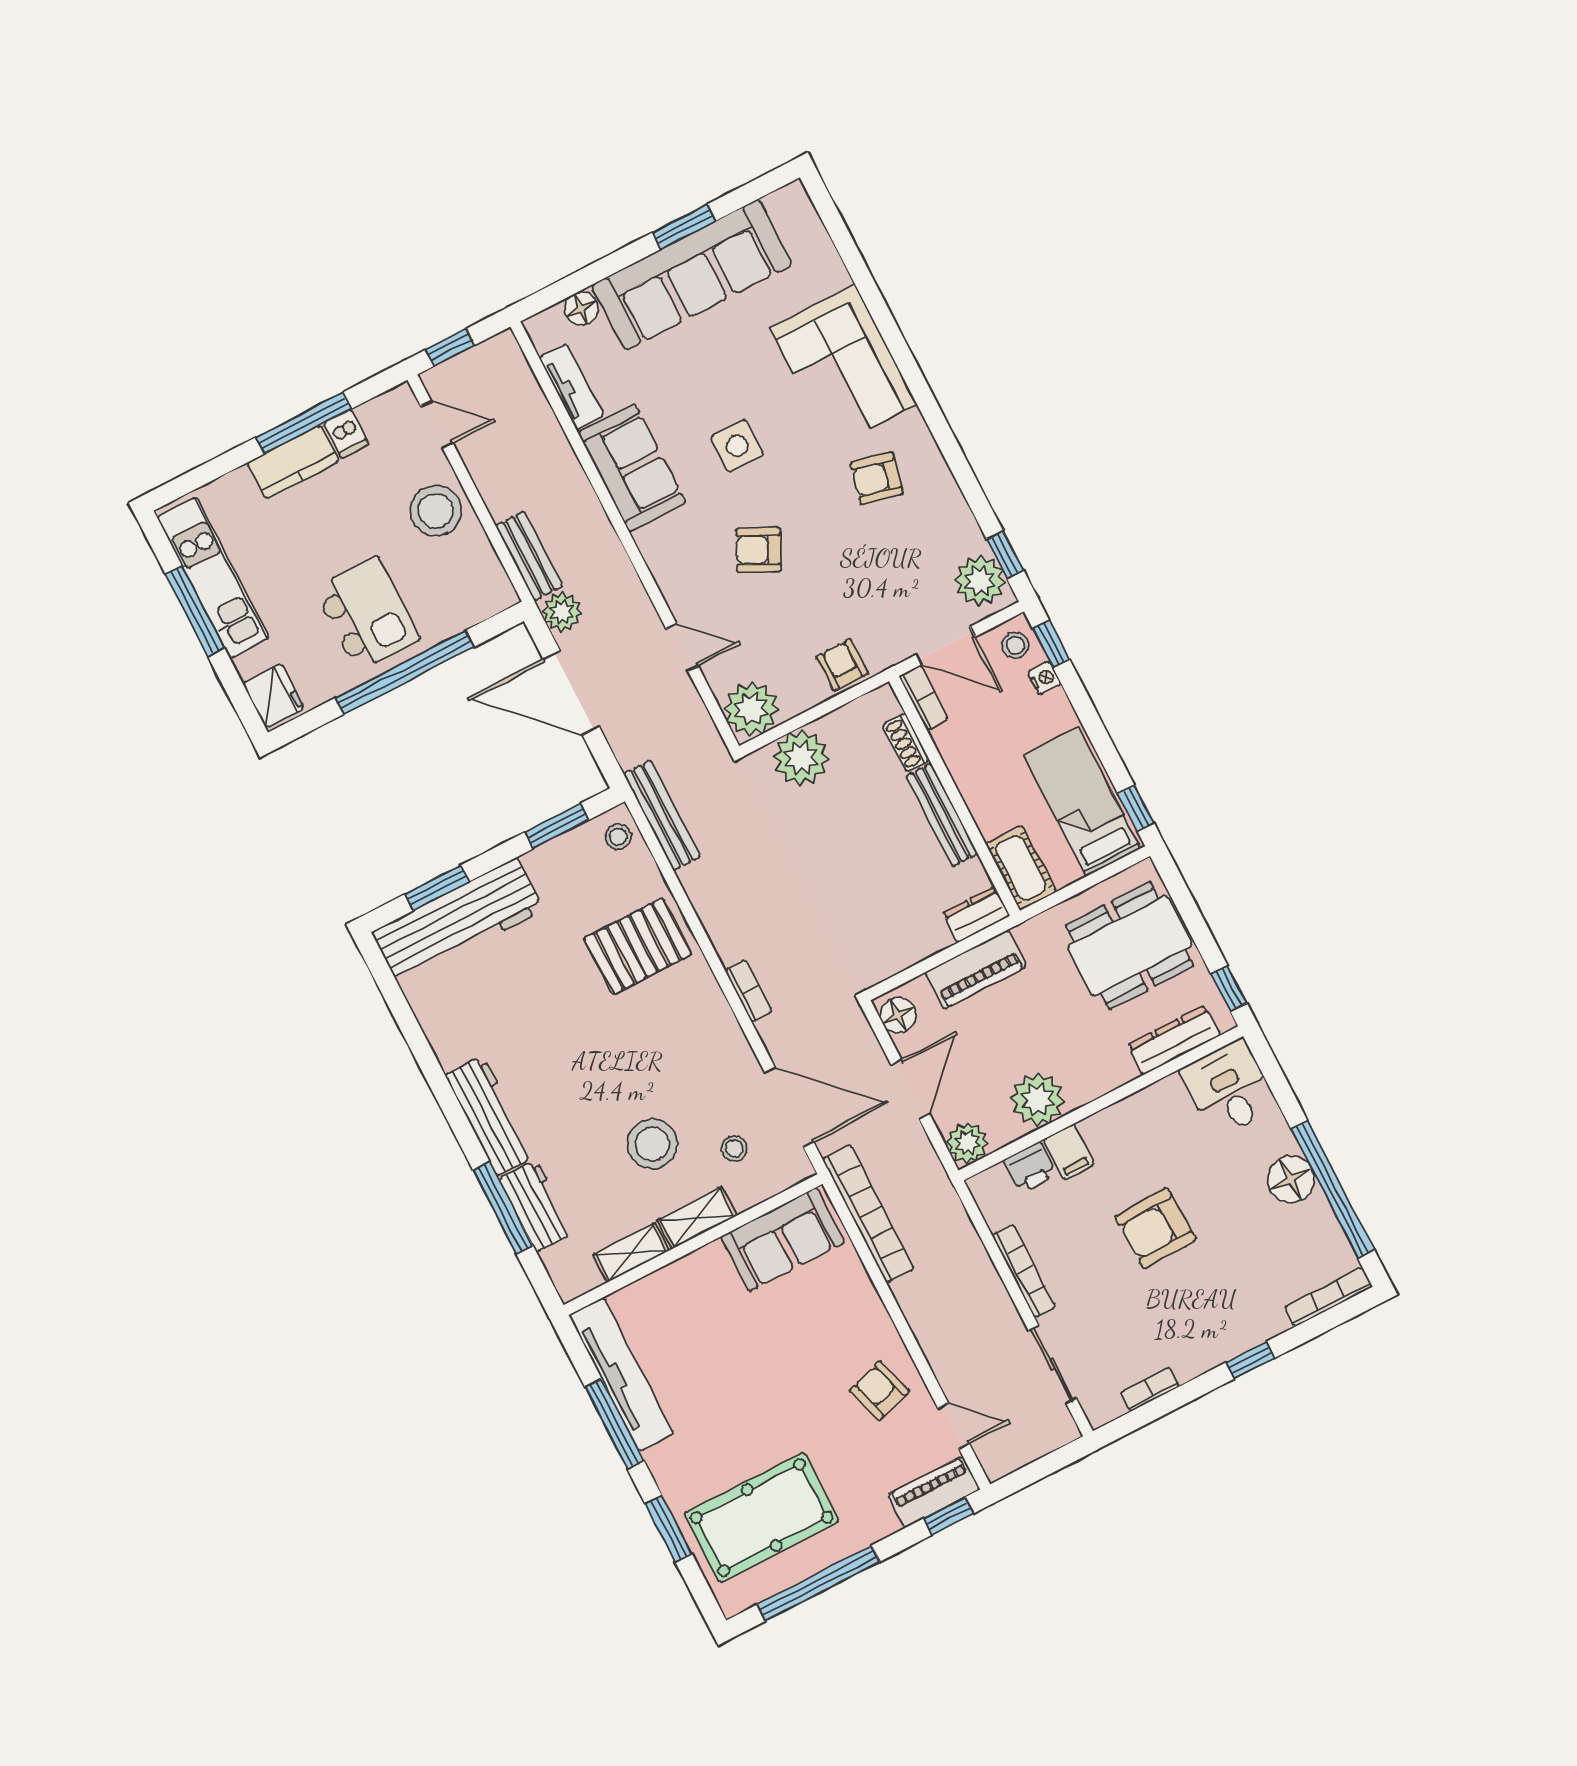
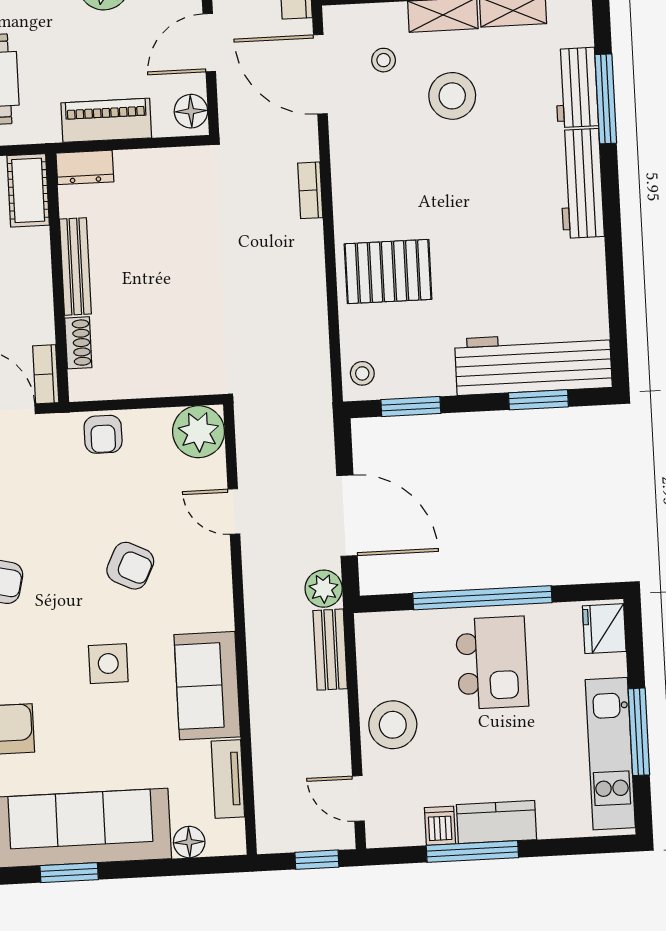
kitchen island: (367, 614) -> (492, 663), turned 180
plant: (801, 758) -> (175, 370), removed
bench: (662, 815) -> (317, 375), removed

